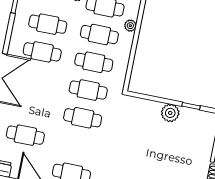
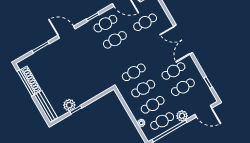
plant: (170, 113) -> (69, 105), moved
cafe table: (83, 118) -> (115, 40), moved

